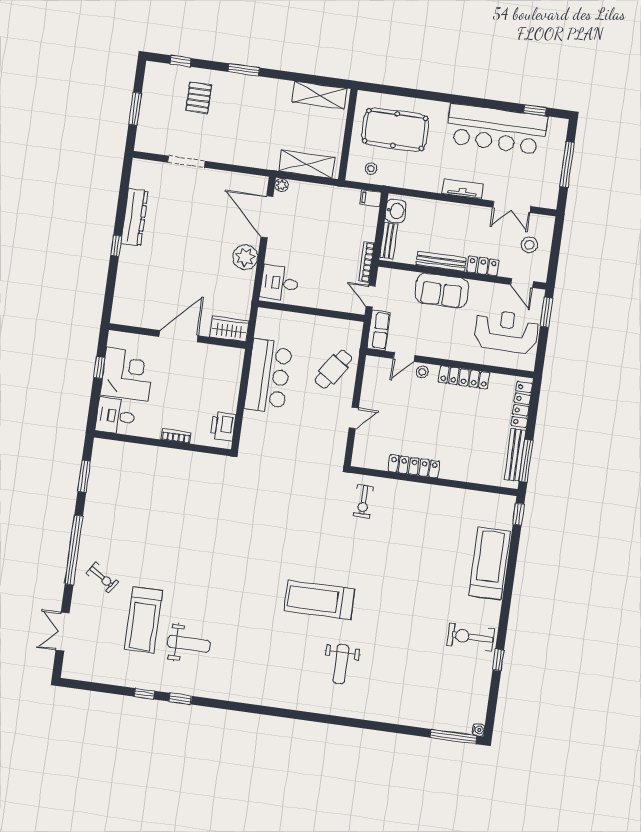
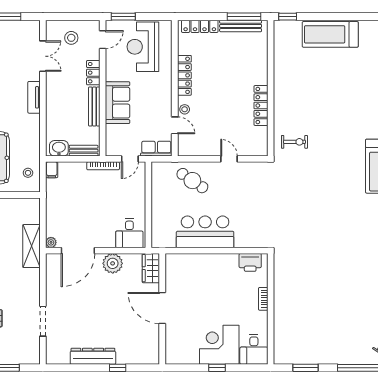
shelving: (307, 164) -> (31, 246), moved
wardrobe: (229, 329) -> (151, 268), moved
wall: (177, 336) -> (162, 309), moved
door: (178, 336) -> (162, 308), moved

